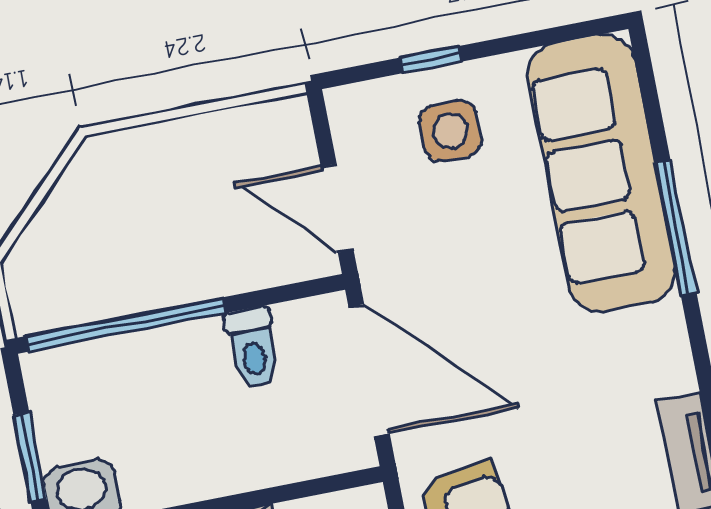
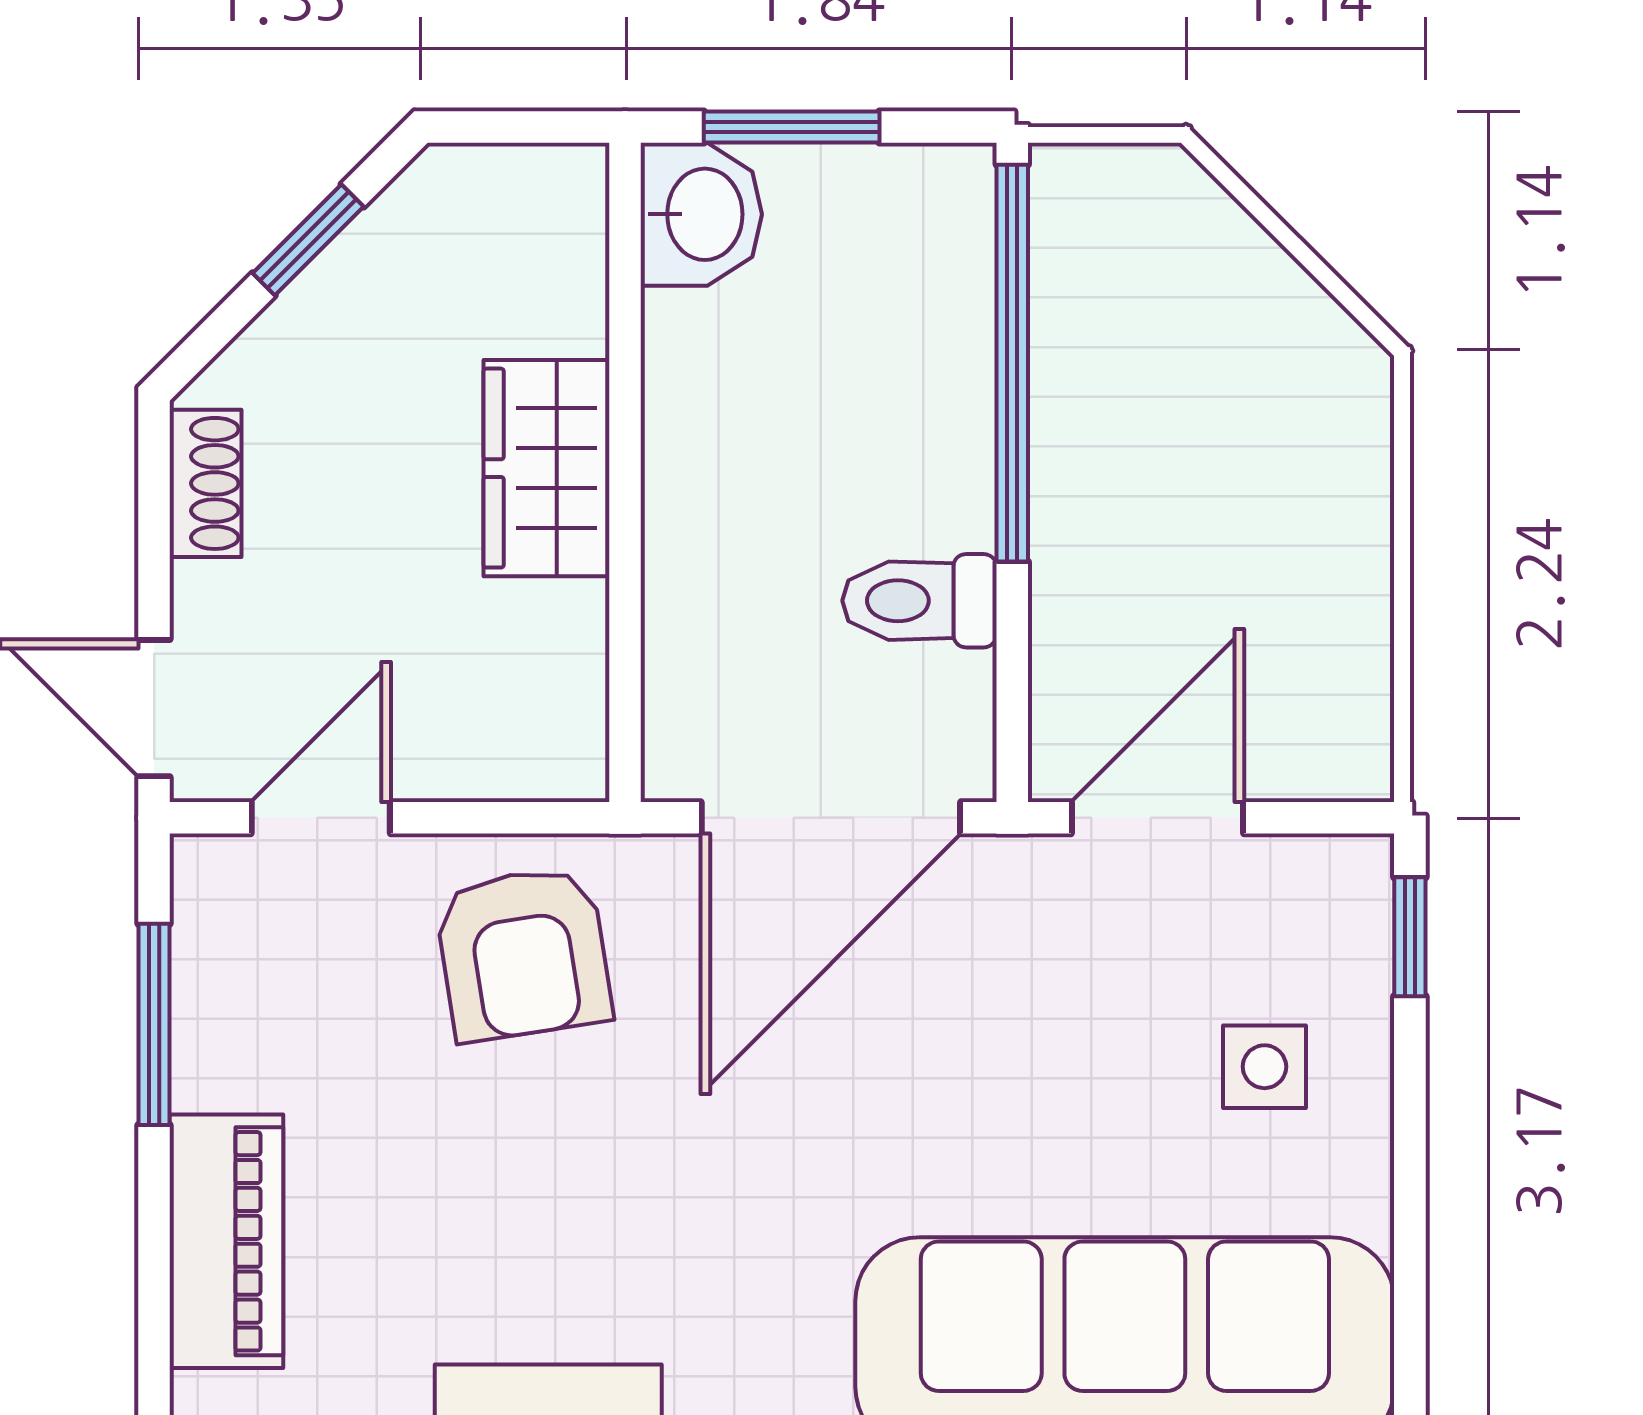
window: (431, 60) -> (1410, 937), moved
side table: (450, 131) -> (1264, 1067), width x0.73, depth x0.73

